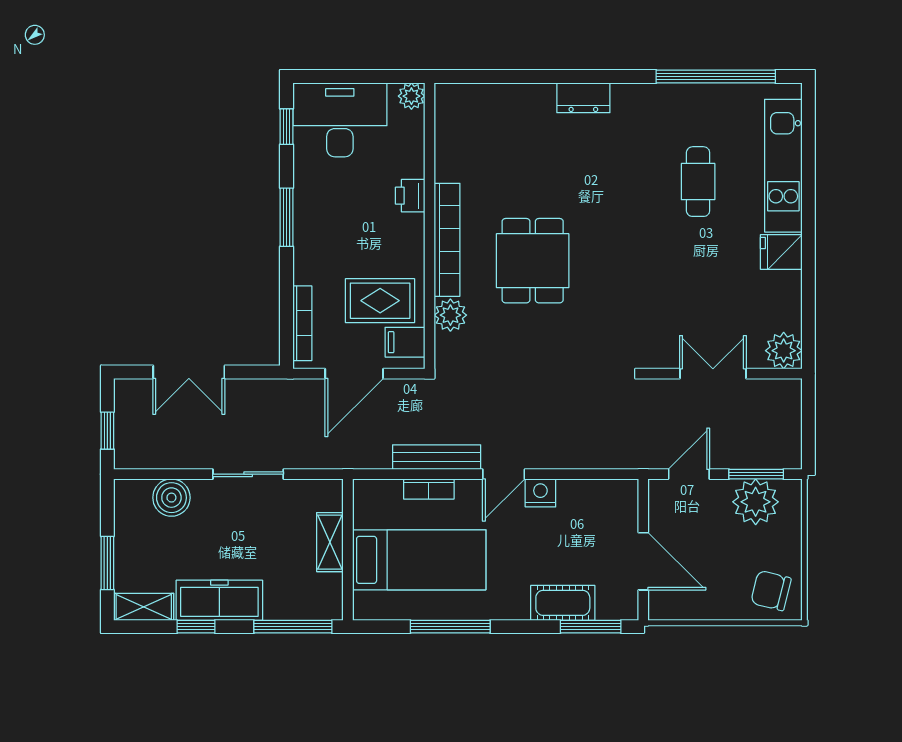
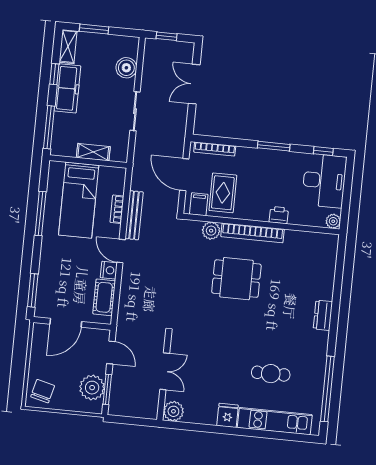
cot: (563, 603) -> (104, 297), moved

